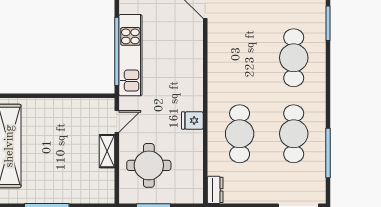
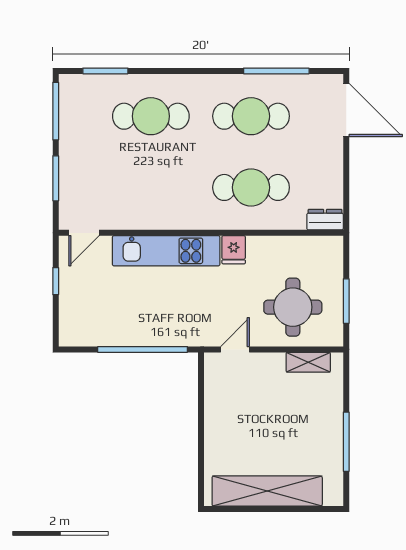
kitchen unit: (130, 55) -> (166, 251), moved, turned 180
door: (117, 122) -> (235, 349), hinge flipped
shelving: (107, 151) -> (308, 362), moved

